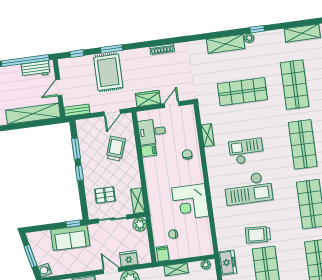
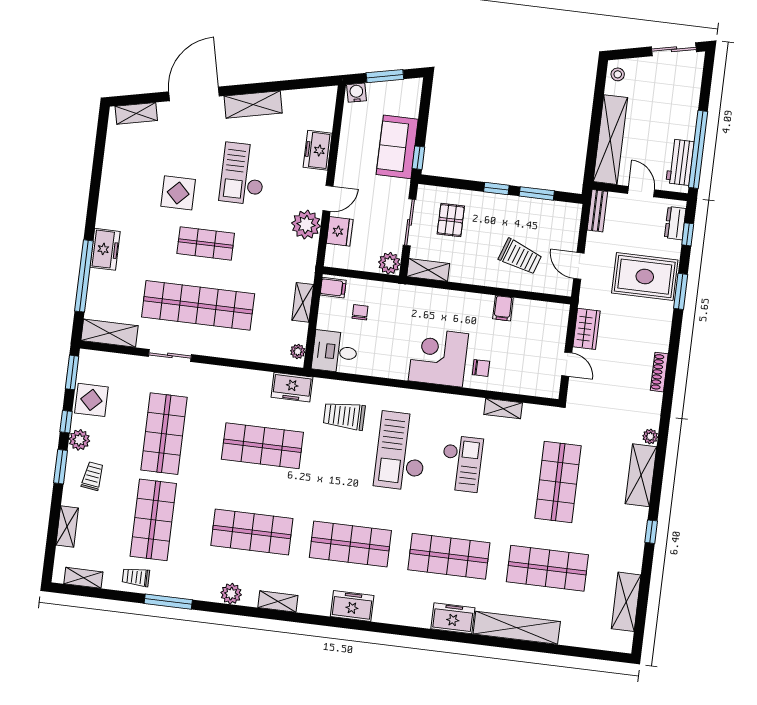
plant: (249, 38) -> (650, 436), moved
dresser: (72, 63) -> (675, 223), added
desk: (152, 132) -> (335, 352), moved, turned -90
corner desk: (190, 202) -> (438, 357), moved
trolley: (258, 235) -> (344, 416), moved, turned -93

